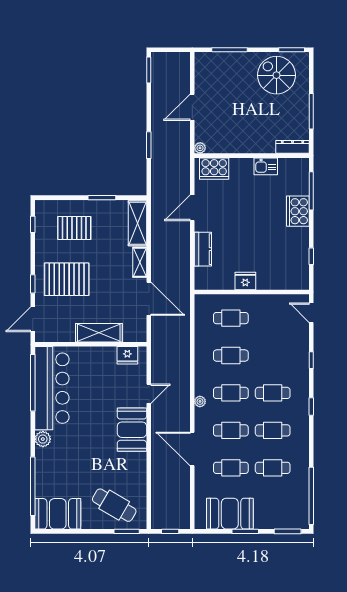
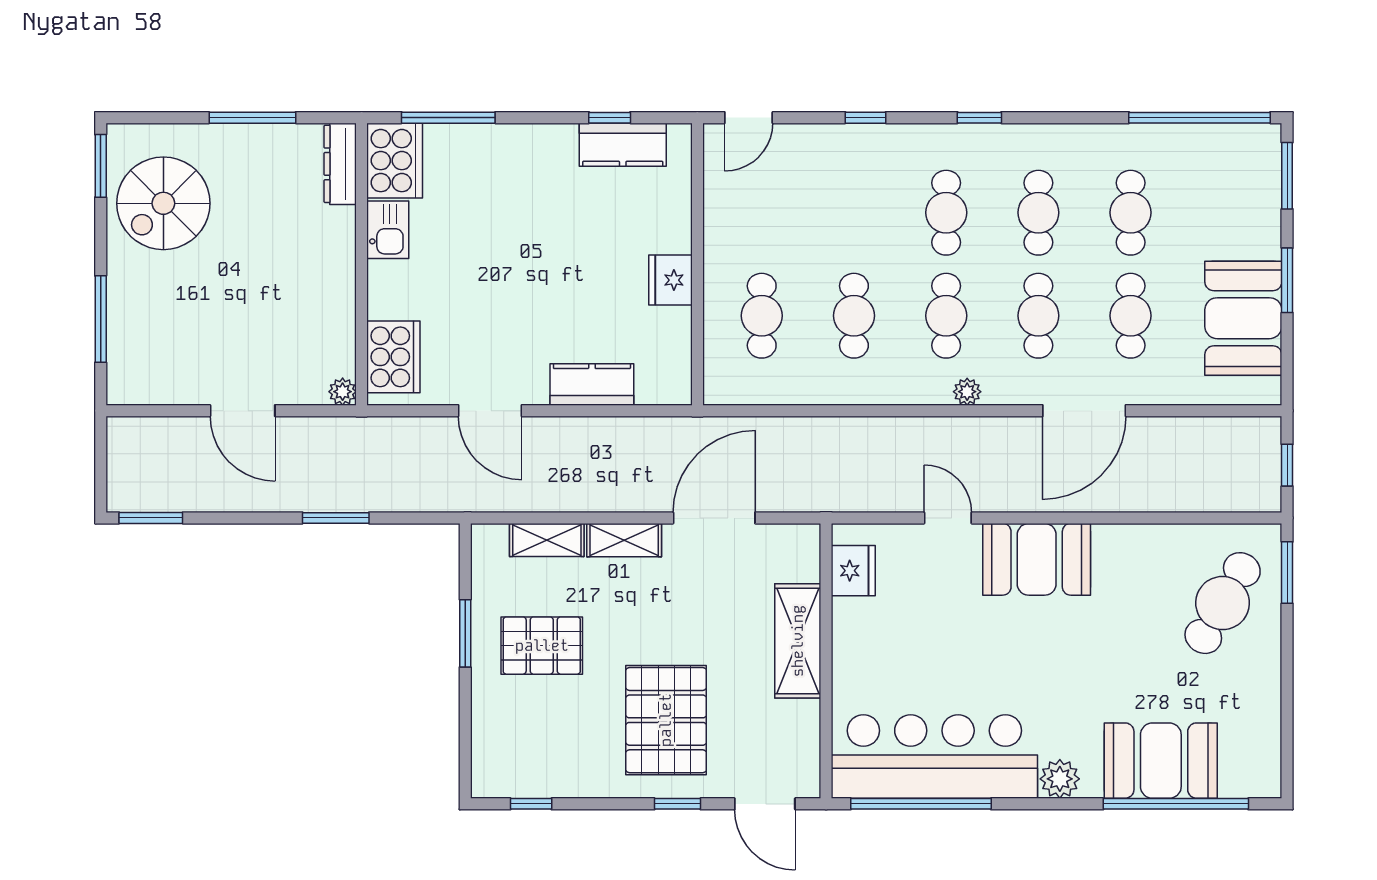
cooker: (298, 211) -> (395, 161), moved, turned -90
shelving: (138, 223) -> (547, 540), width x0.67, depth x0.75
pallet: (74, 228) -> (542, 646), moved, turned 90
kitchen counter: (300, 262) -> (623, 145), added
booth: (58, 514) -> (1161, 761), moved, turned 90

